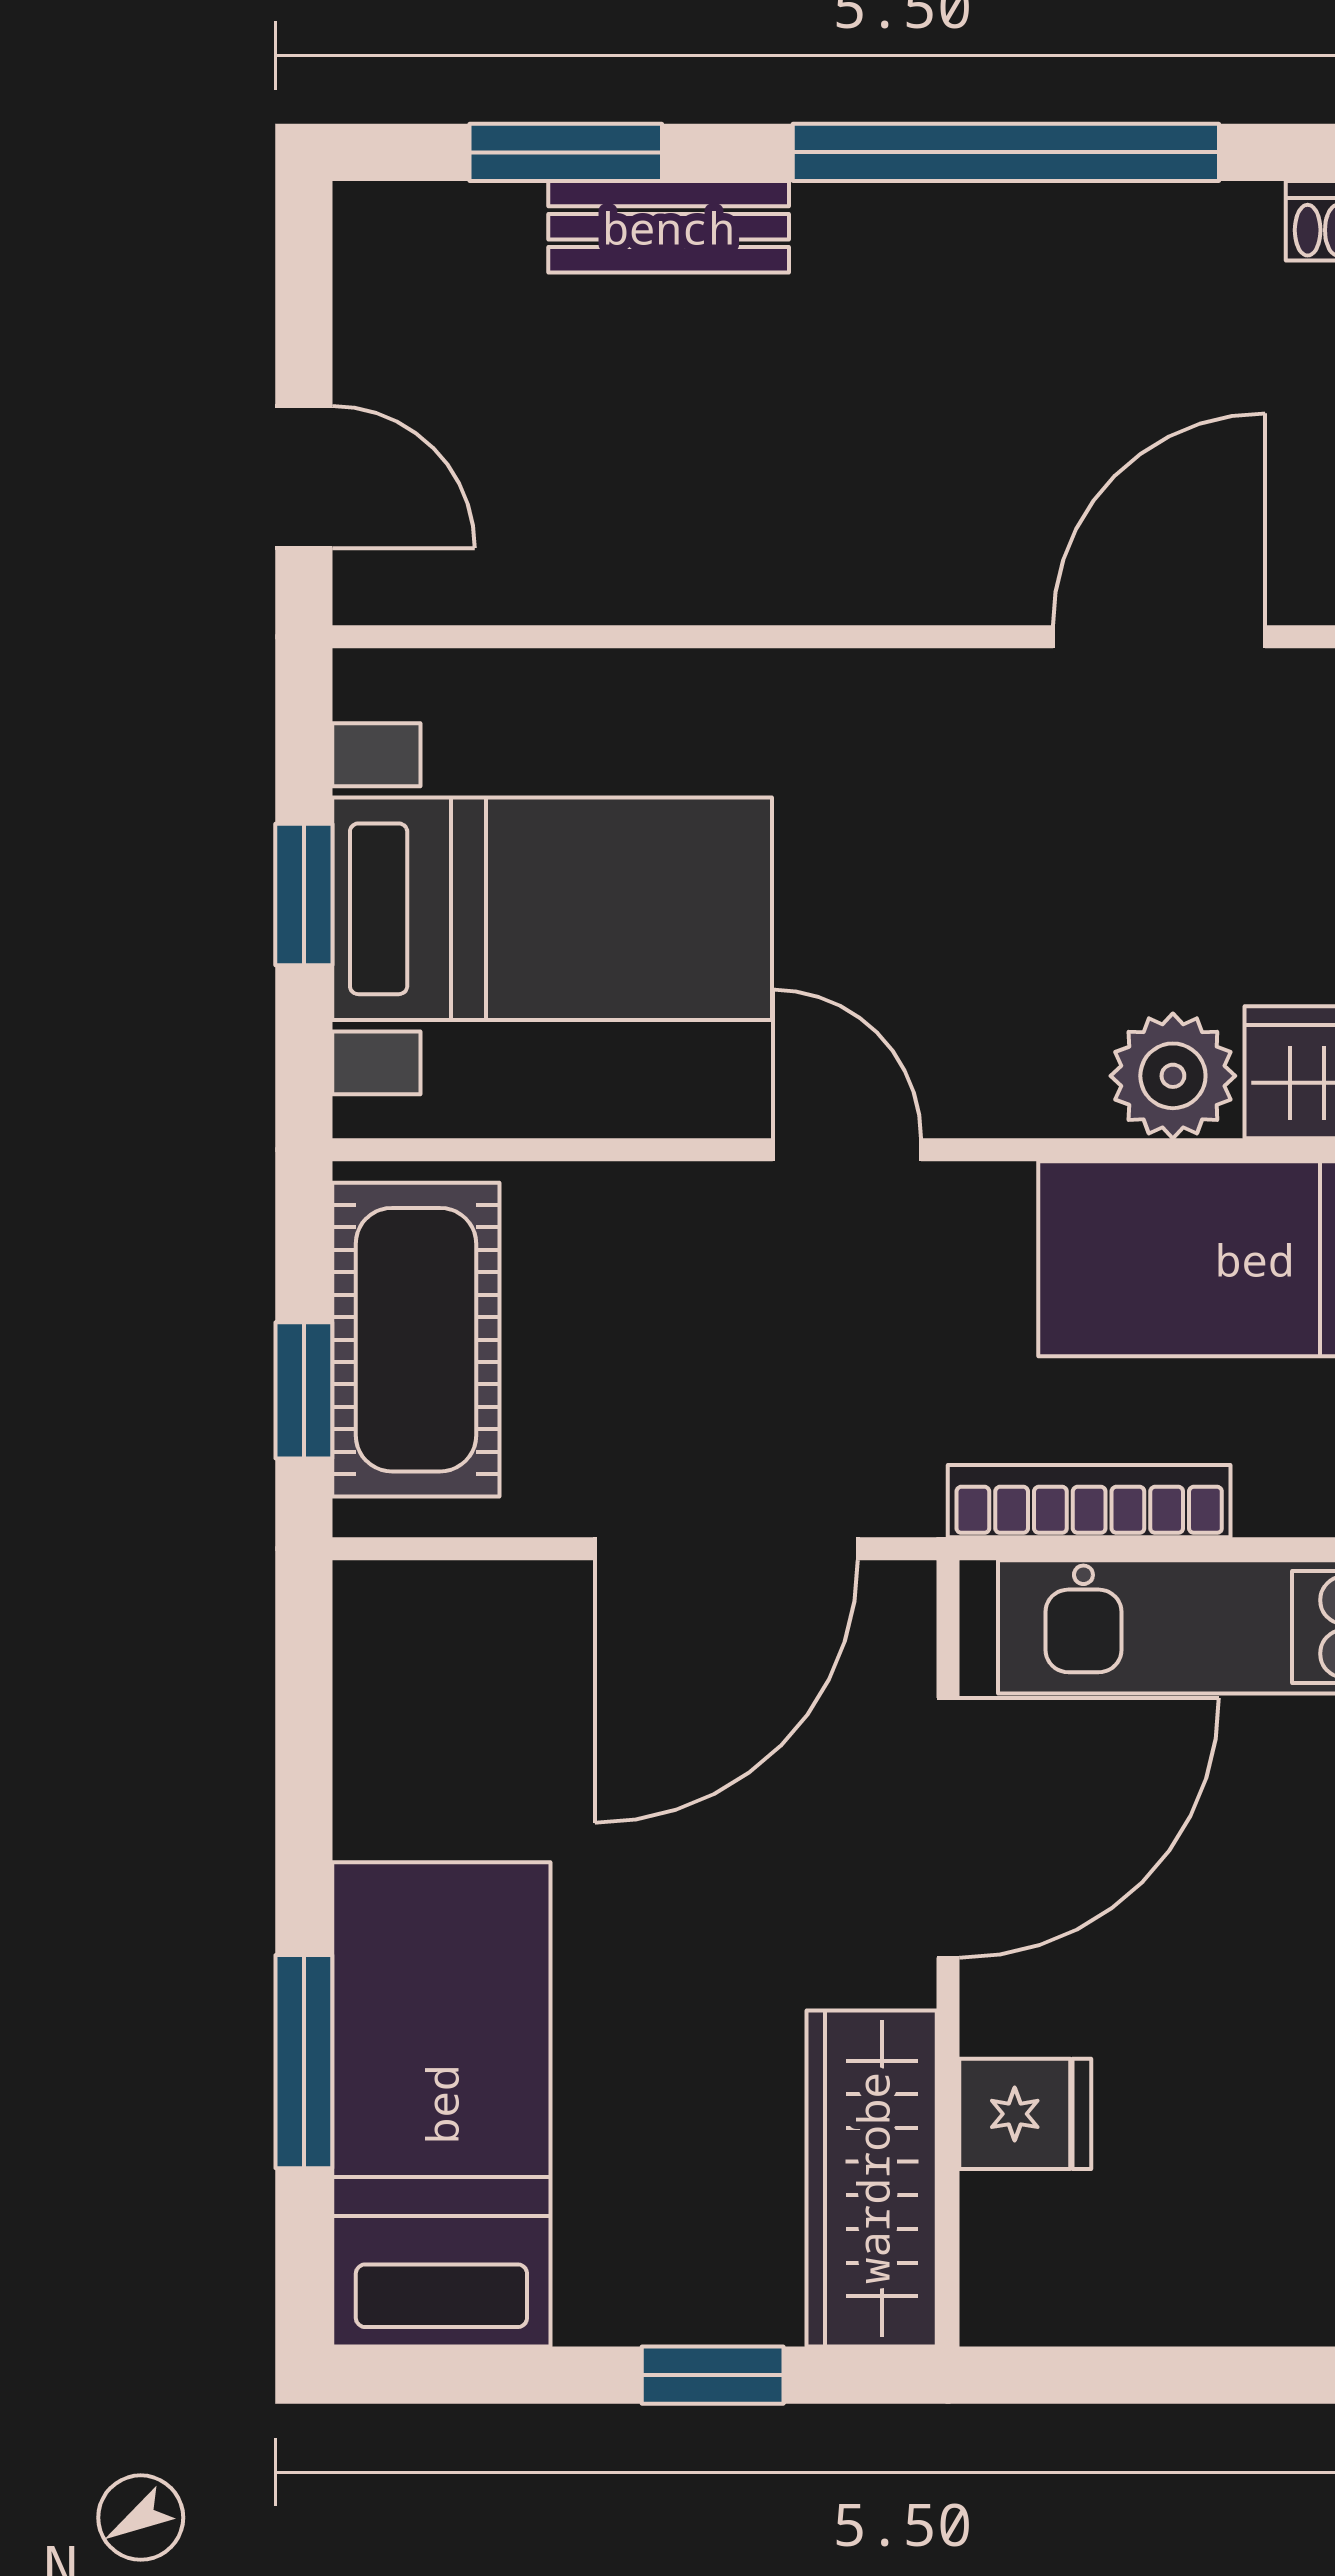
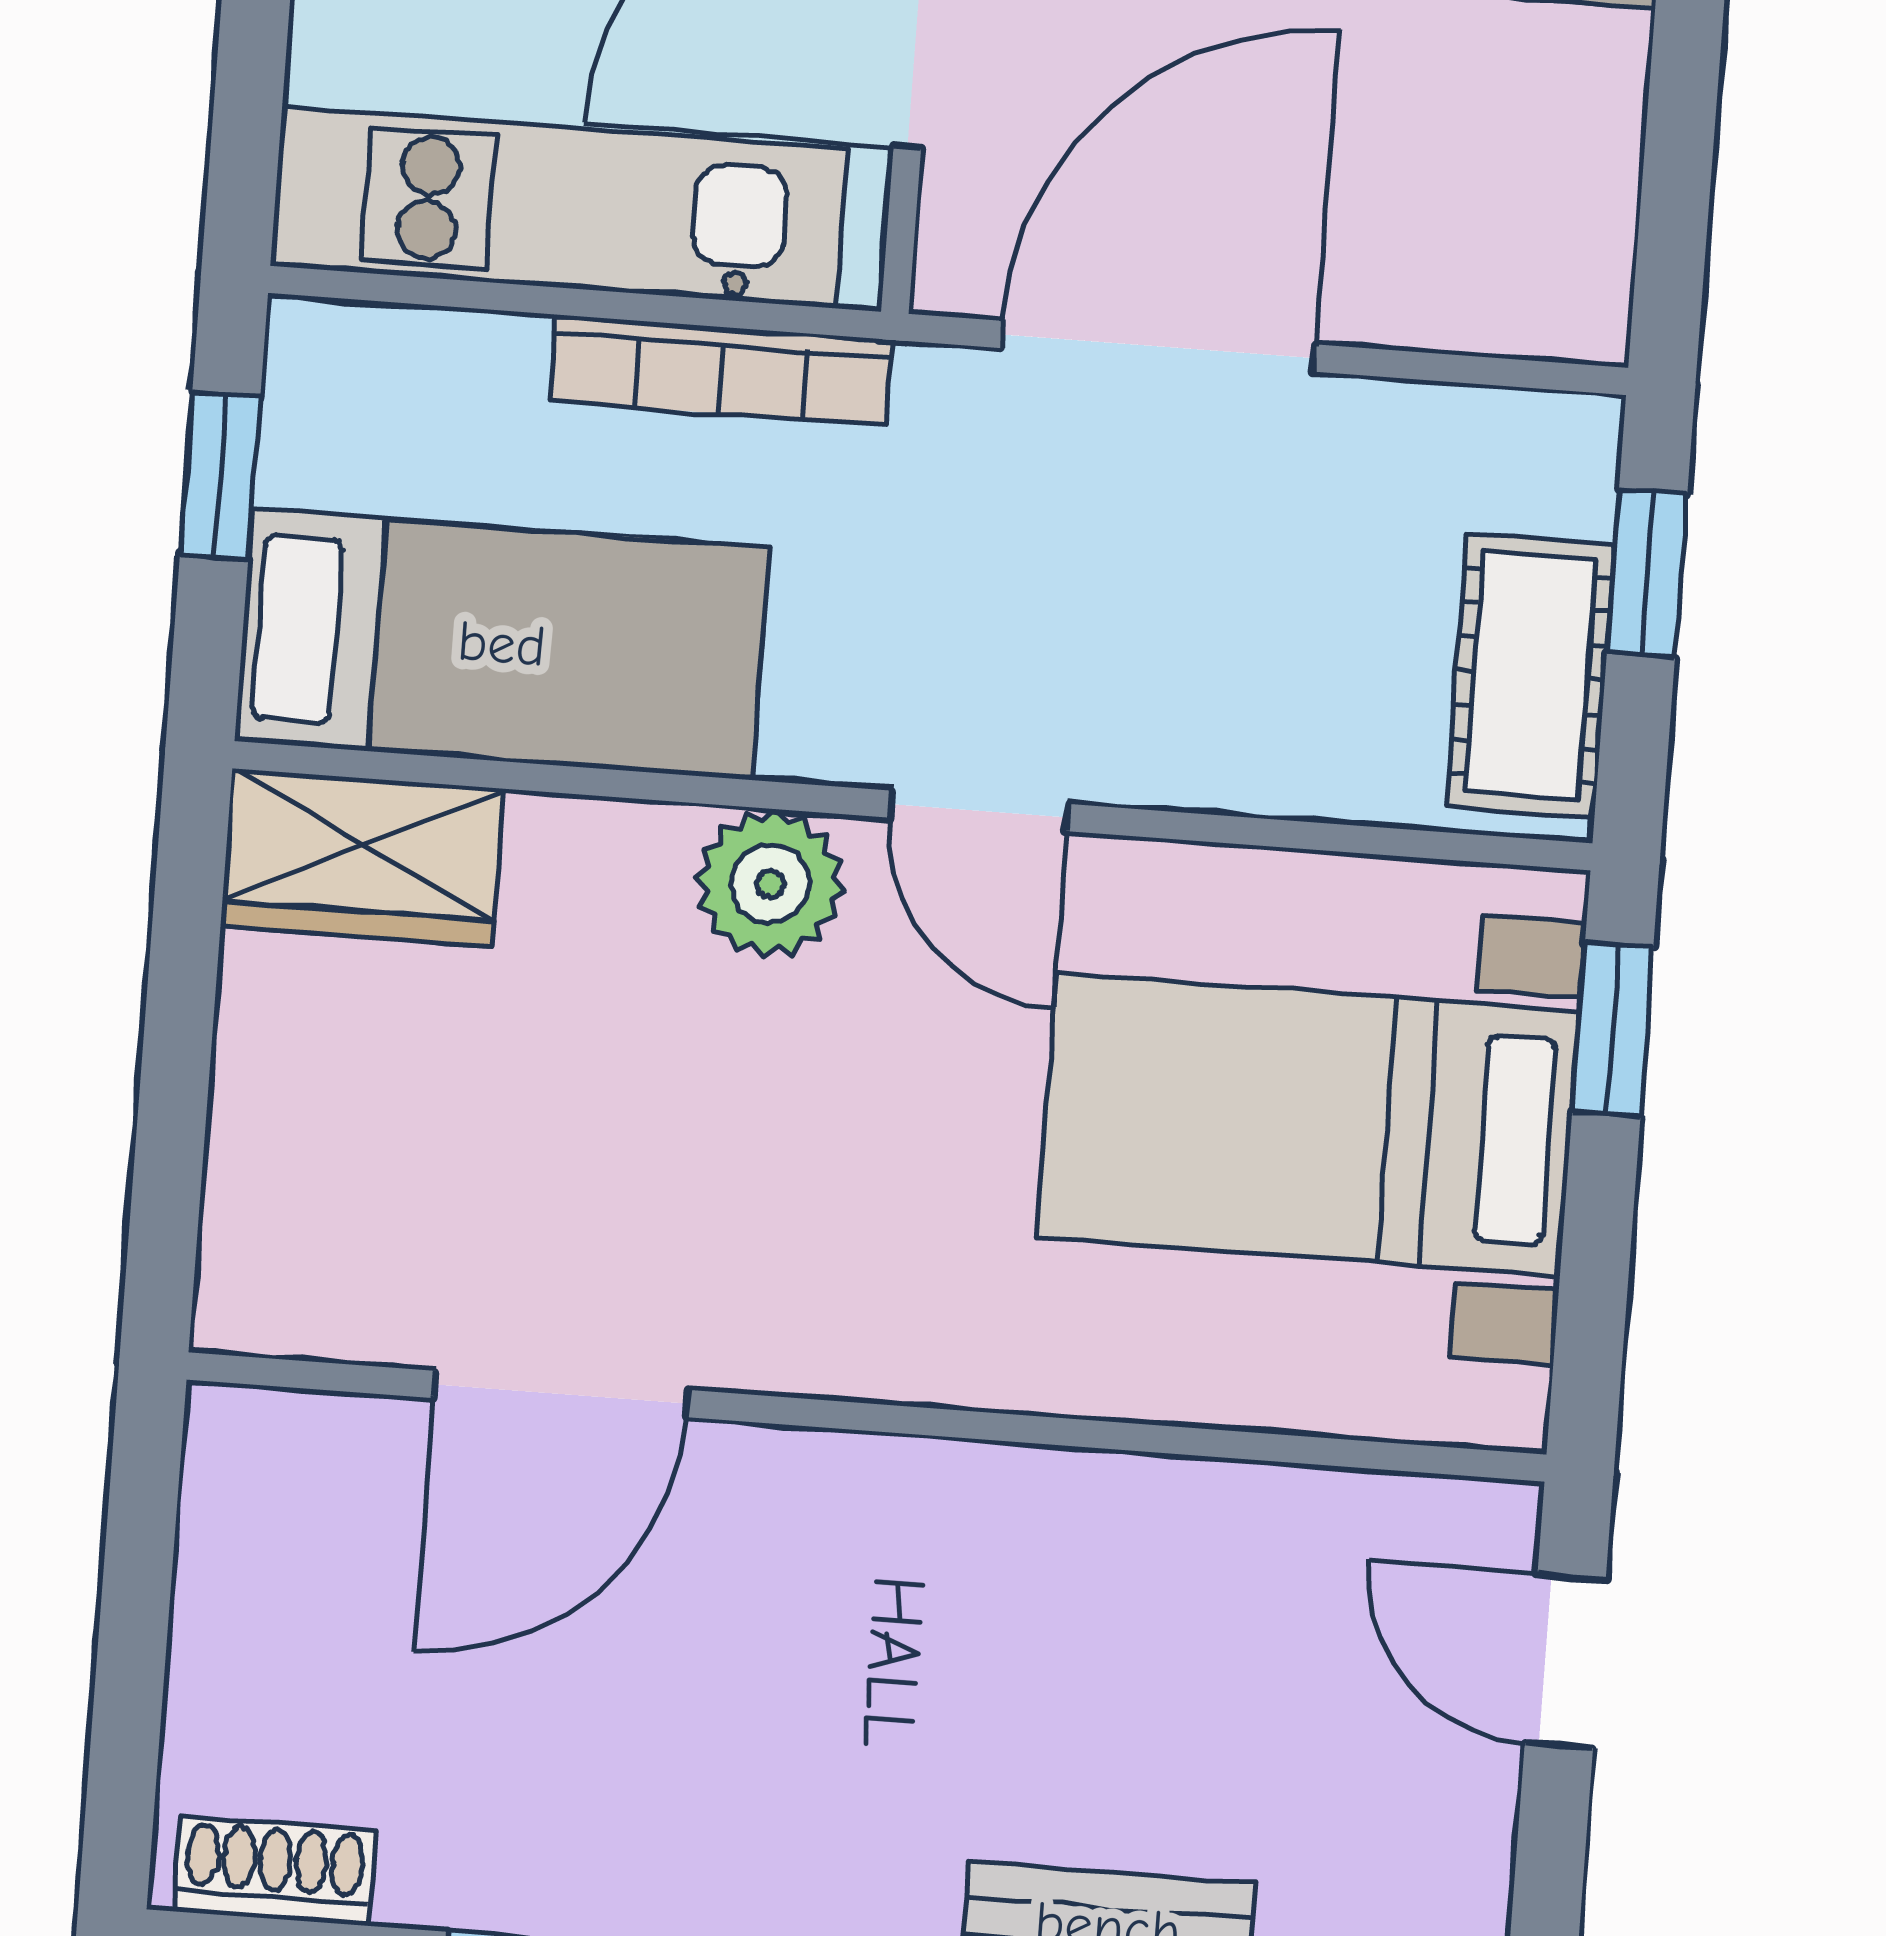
window: (304, 894) -> (1613, 1029), moved
plant: (1173, 1076) -> (770, 884), moved
cot: (416, 1340) -> (1530, 675), width x0.73, depth x0.75

